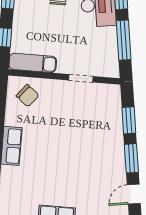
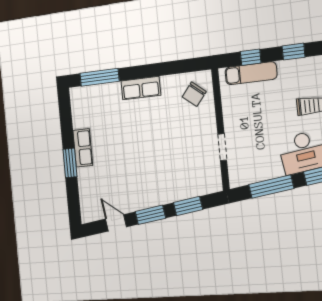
exam couch: (33, 63) -> (251, 73), moved, turned 90

